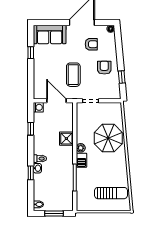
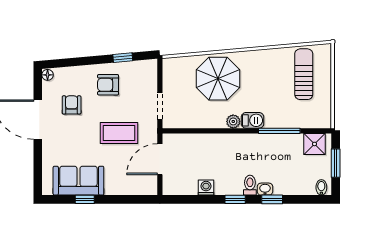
sofa: (50, 35) -> (78, 181), moved, turned -90
washing machine: (38, 107) -> (206, 188), moved
window: (31, 129) -> (235, 199), moved
shower: (66, 139) -> (315, 144), moved

